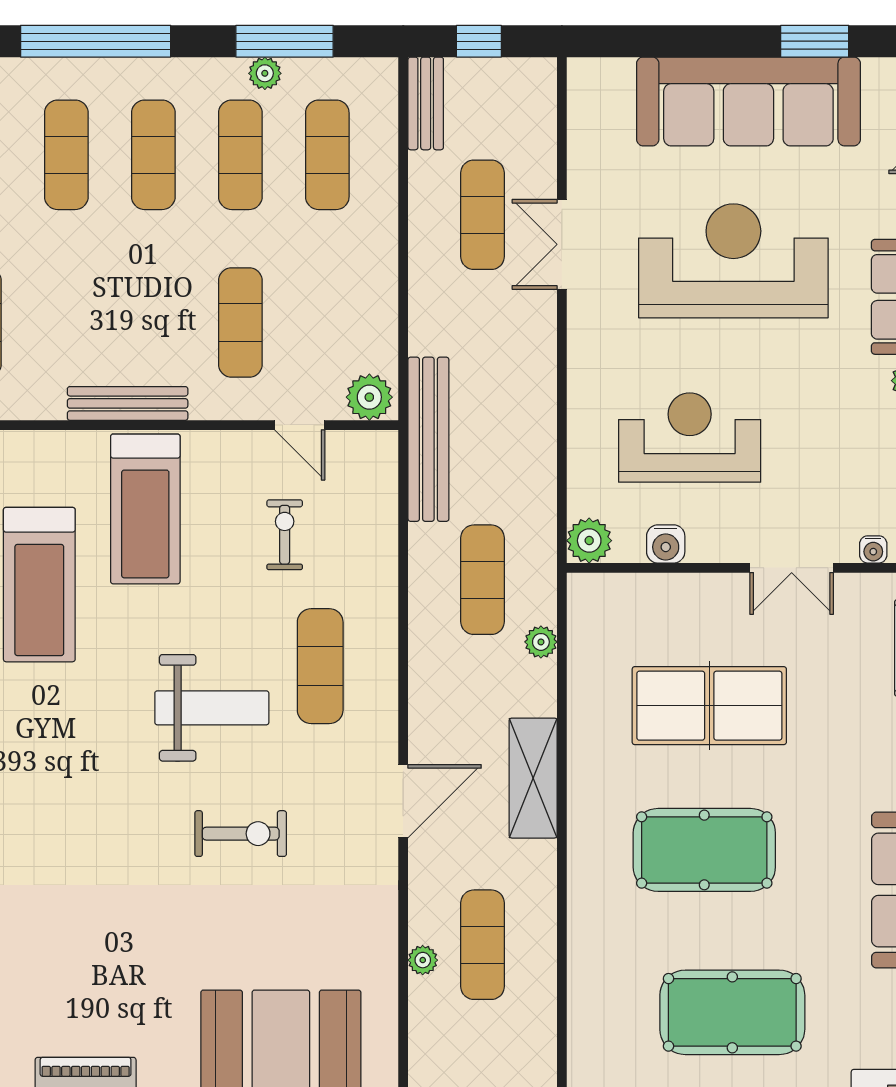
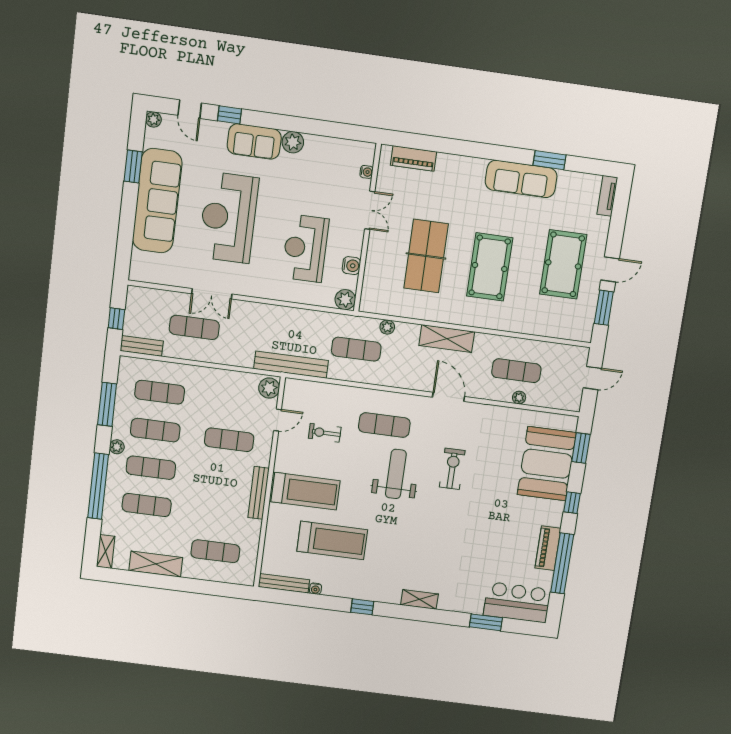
plant: (265, 73) -> (117, 447), moved

